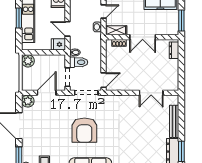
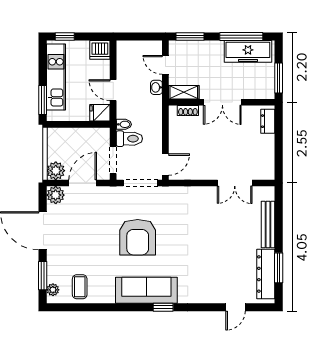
door: (103, 11) -> (165, 65), swing flipped
window: (19, 18) -> (43, 100), moved
plant: (28, 61) -> (56, 171), moved

